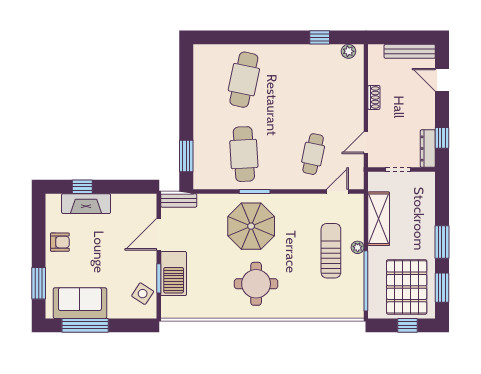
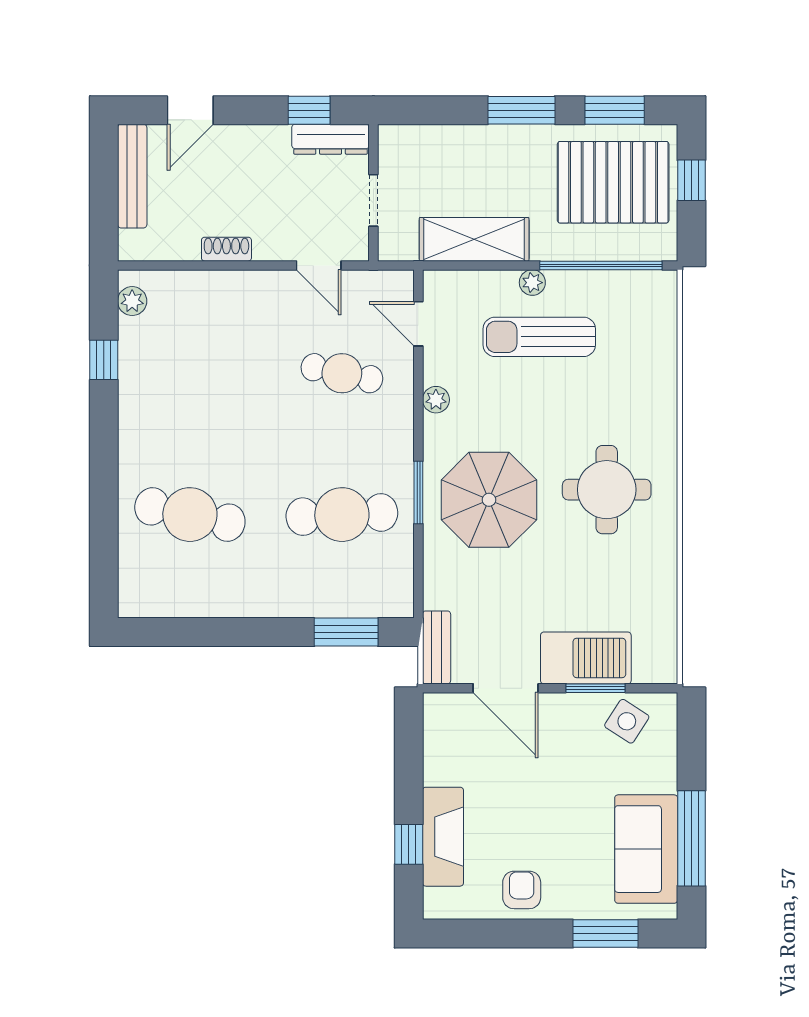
plant: (300, 200) -> (436, 400), added

